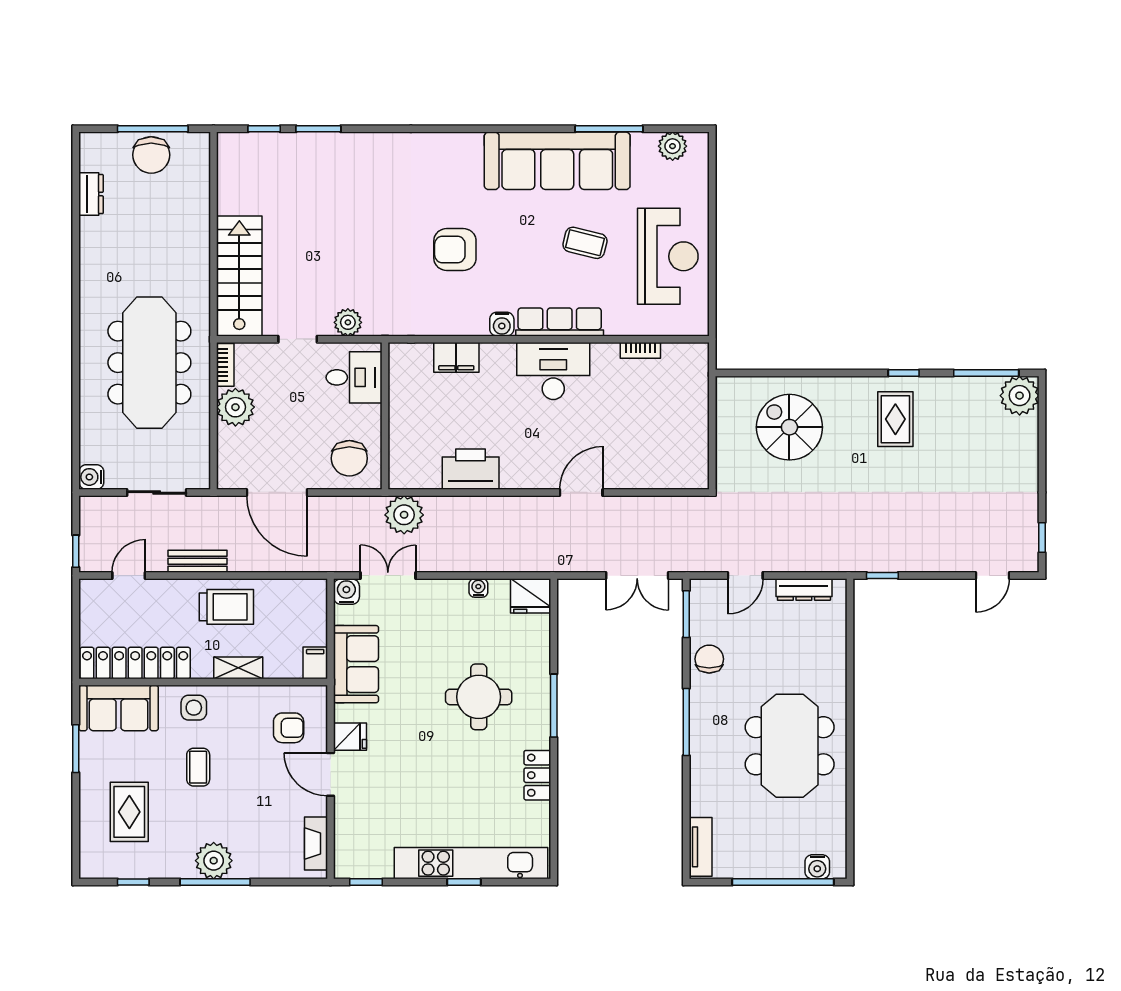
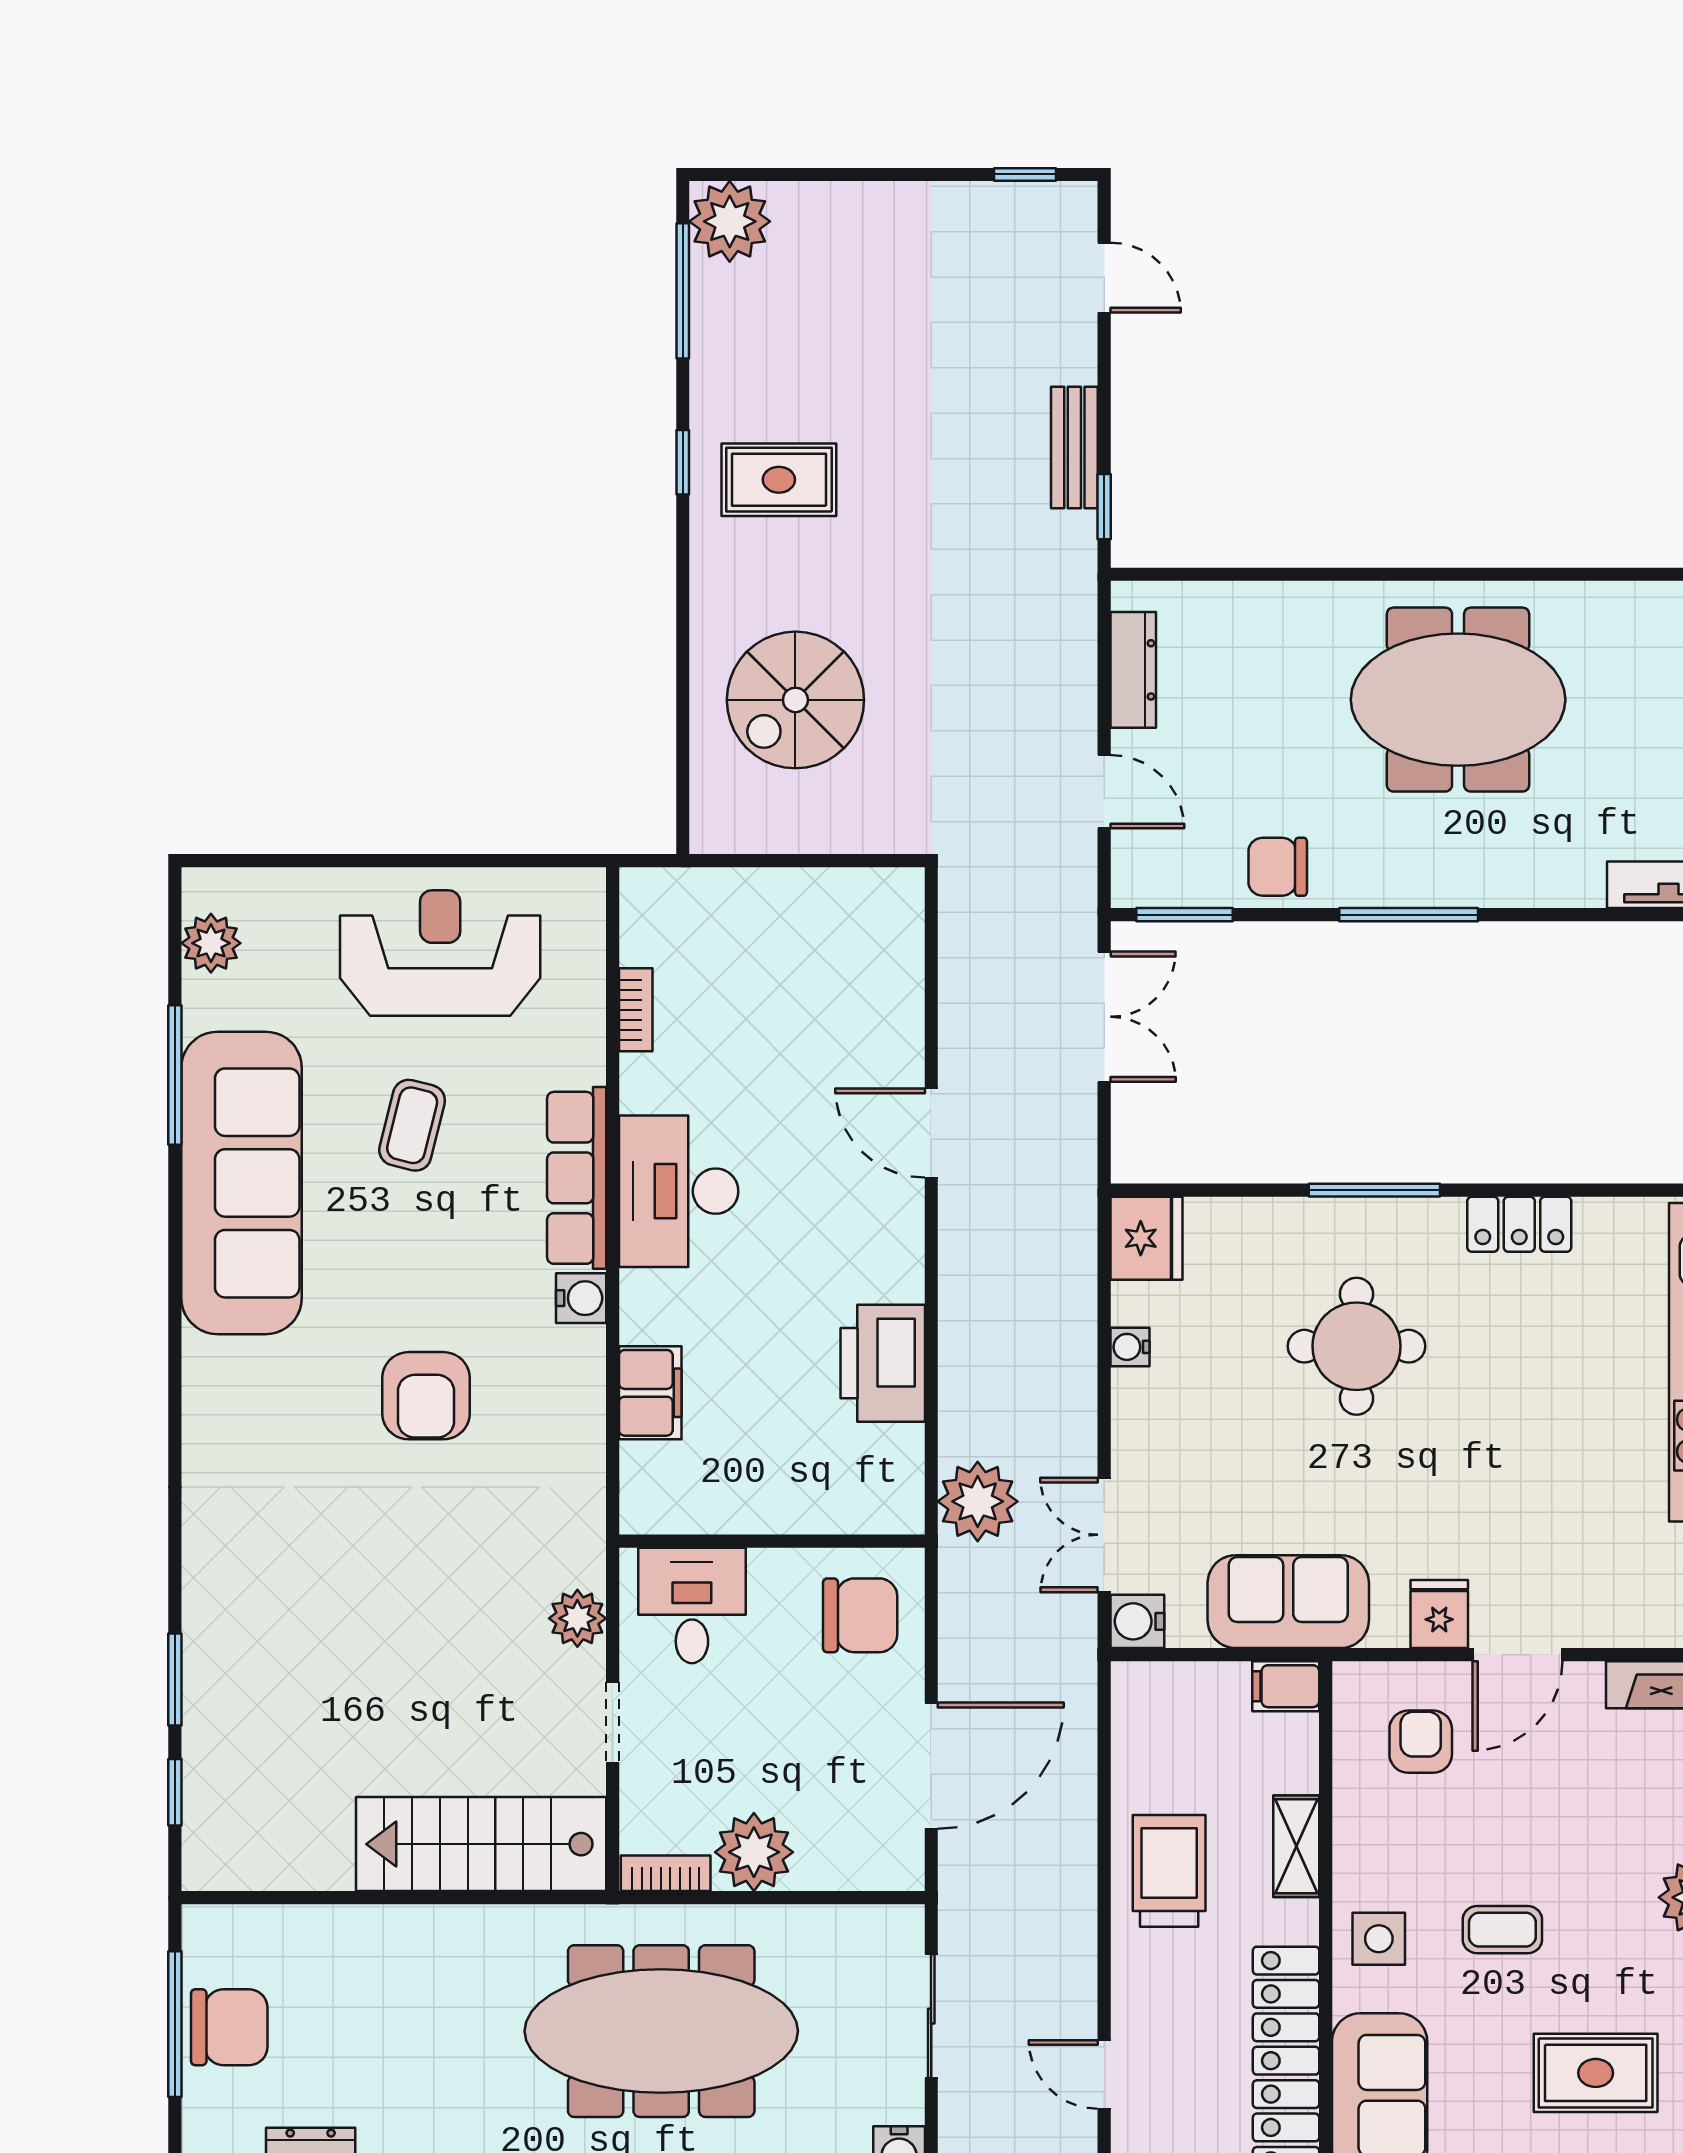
bench: (198, 561) -> (1074, 447), moved

